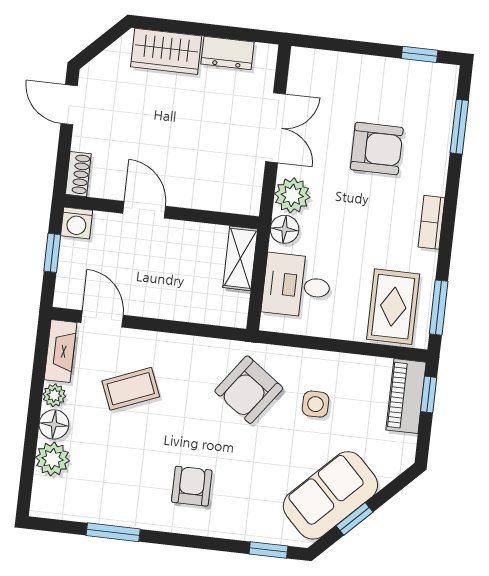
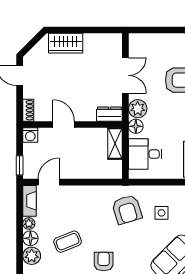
dresser: (228, 53) -> (109, 114), moved, turned 180
window: (52, 253) -> (20, 165), moved
door: (102, 319) -> (49, 182), hinge flipped
coffee table: (131, 389) -> (68, 242), moved
armchair: (249, 390) -> (127, 209), turned -53

